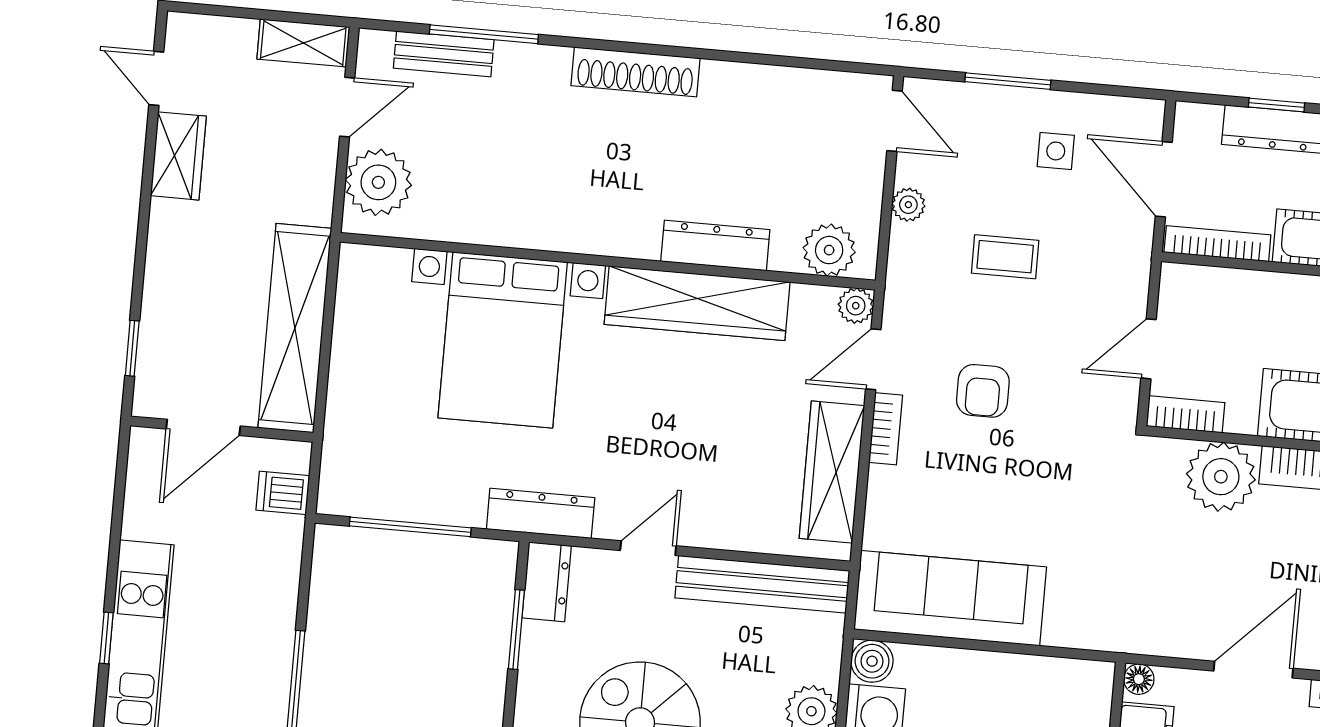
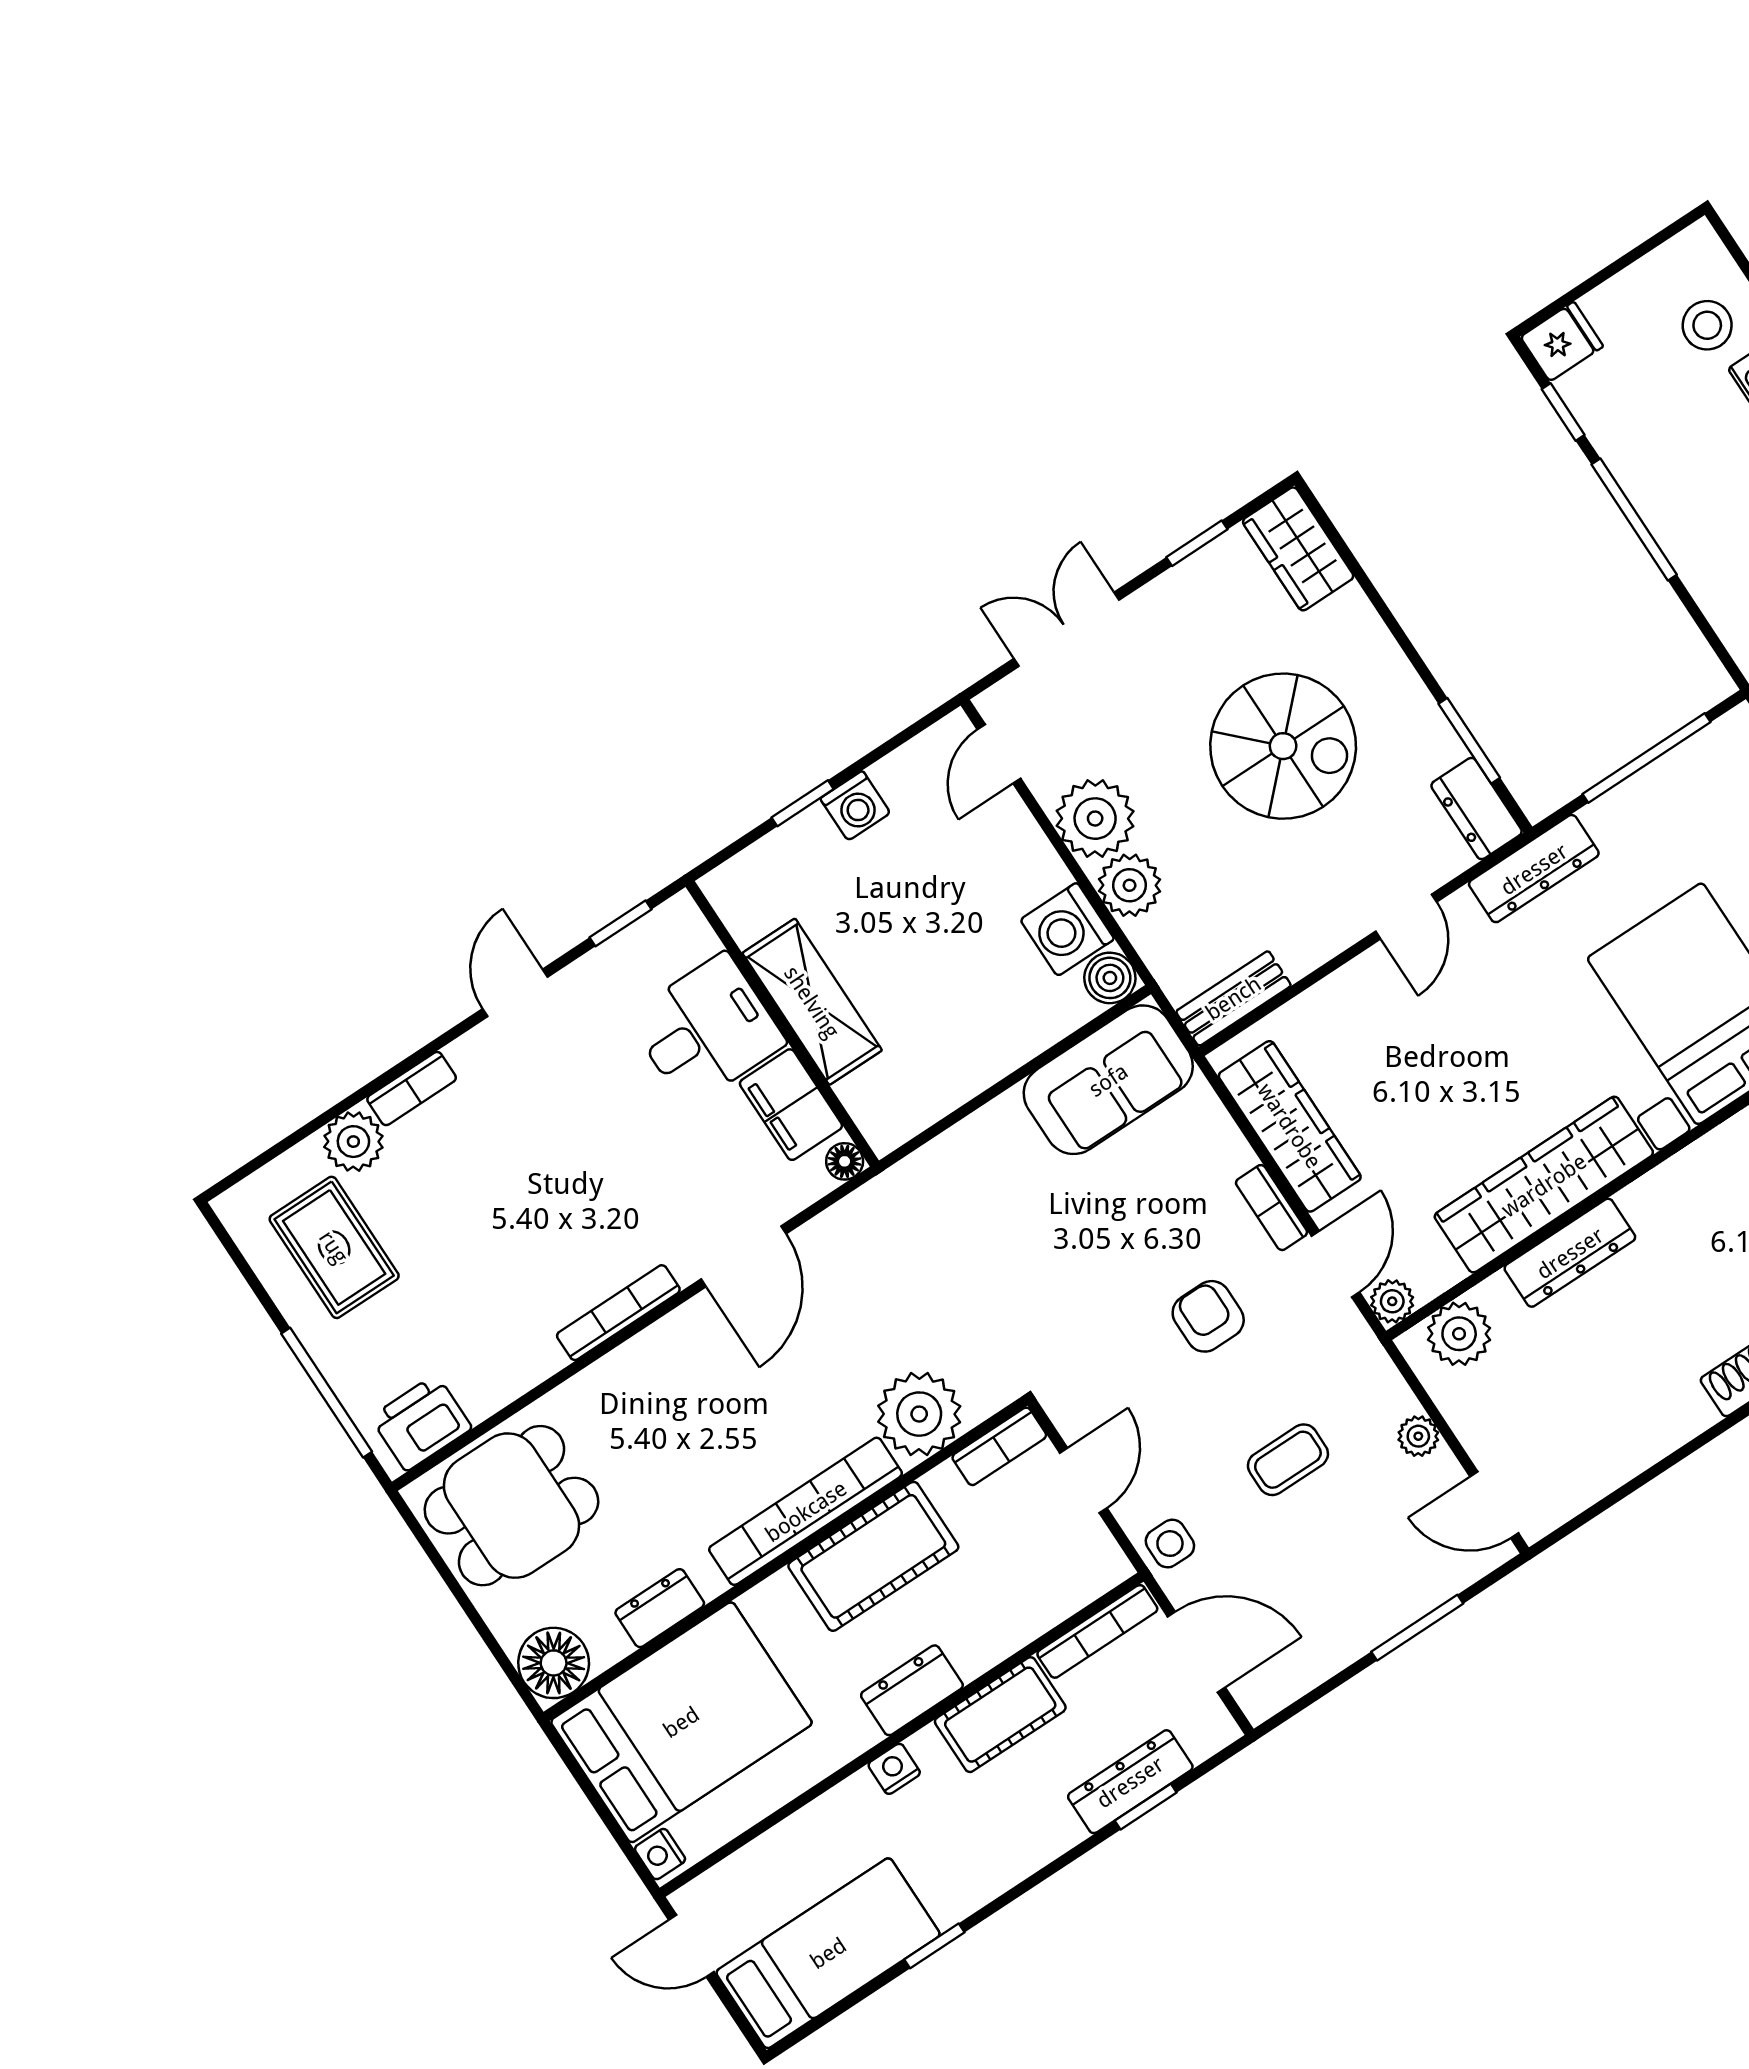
side table: (1056, 151) -> (1170, 1544), moved
bench: (762, 584) -> (1233, 998), width x0.54, depth x0.82
sofa: (950, 598) -> (1108, 1080), width x0.73

